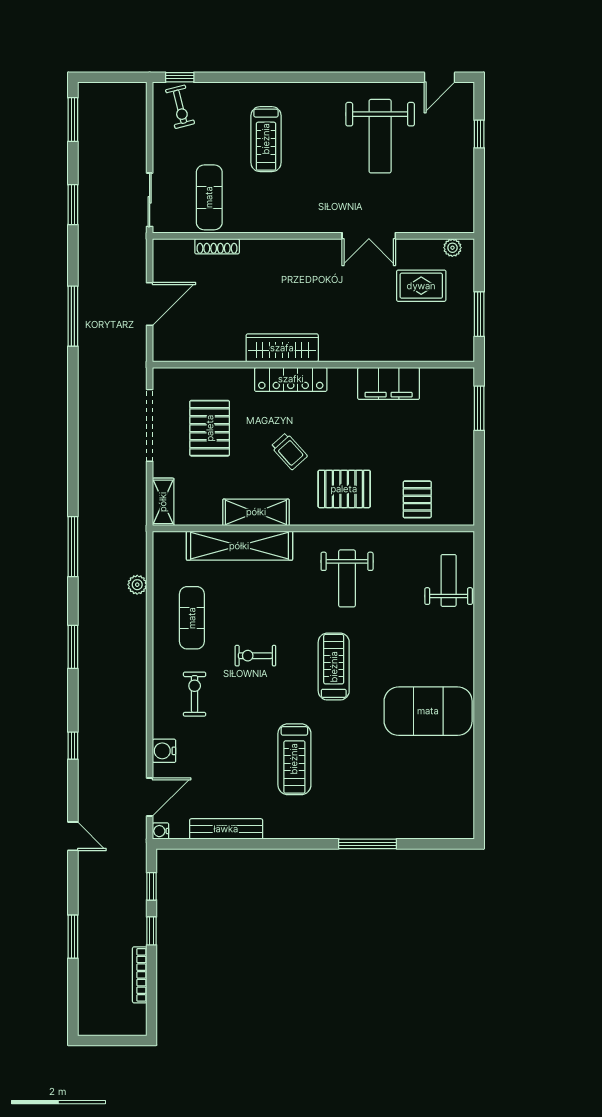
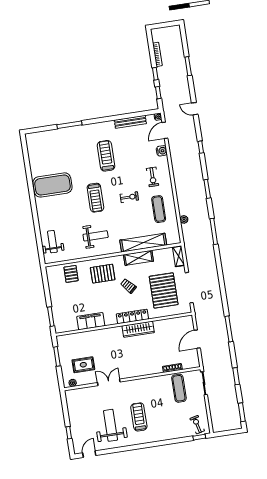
treadmill: (266, 139) -> (139, 417), moved
pallet: (210, 428) -> (164, 290), width x1.37, depth x1.41
weight bench: (347, 578) -> (96, 236), turned 90
weight bench: (449, 580) -> (52, 242), turned 180

